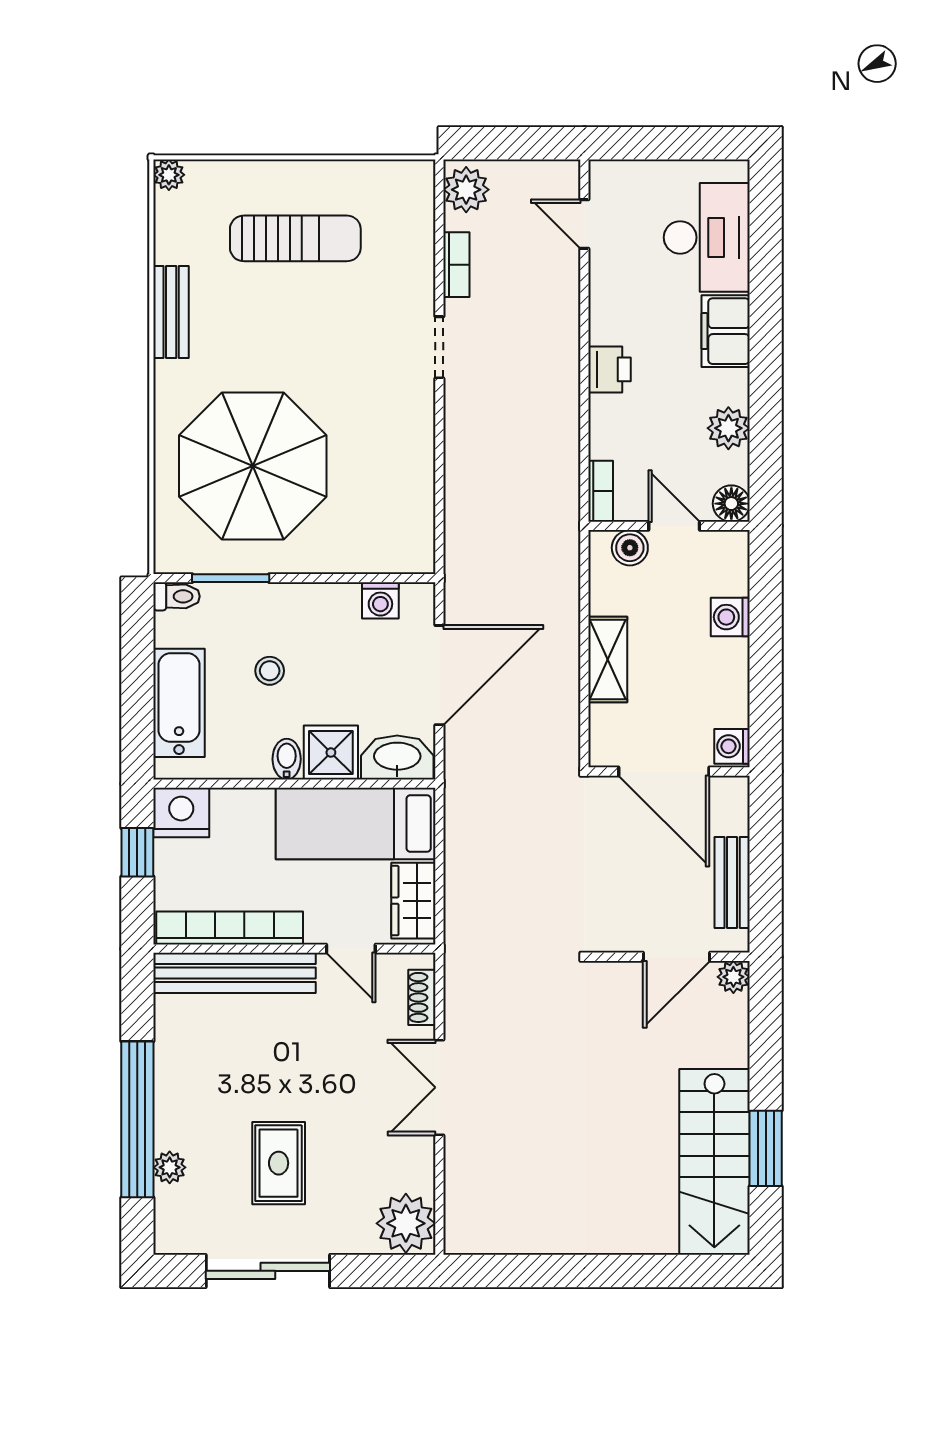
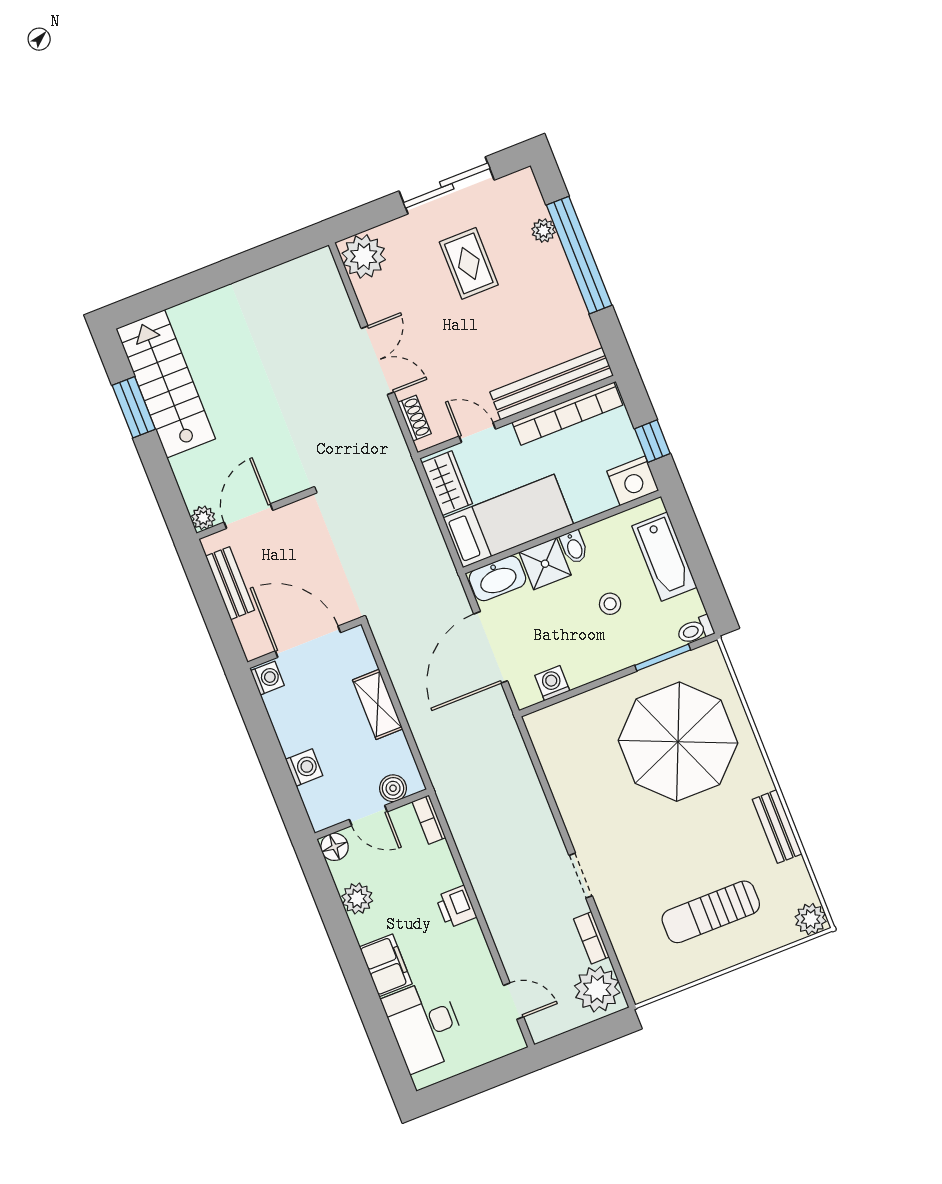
plant: (169, 175) -> (811, 919), width x1.38, depth x1.38
plant: (466, 190) -> (597, 989), width x1.36, depth x1.36

